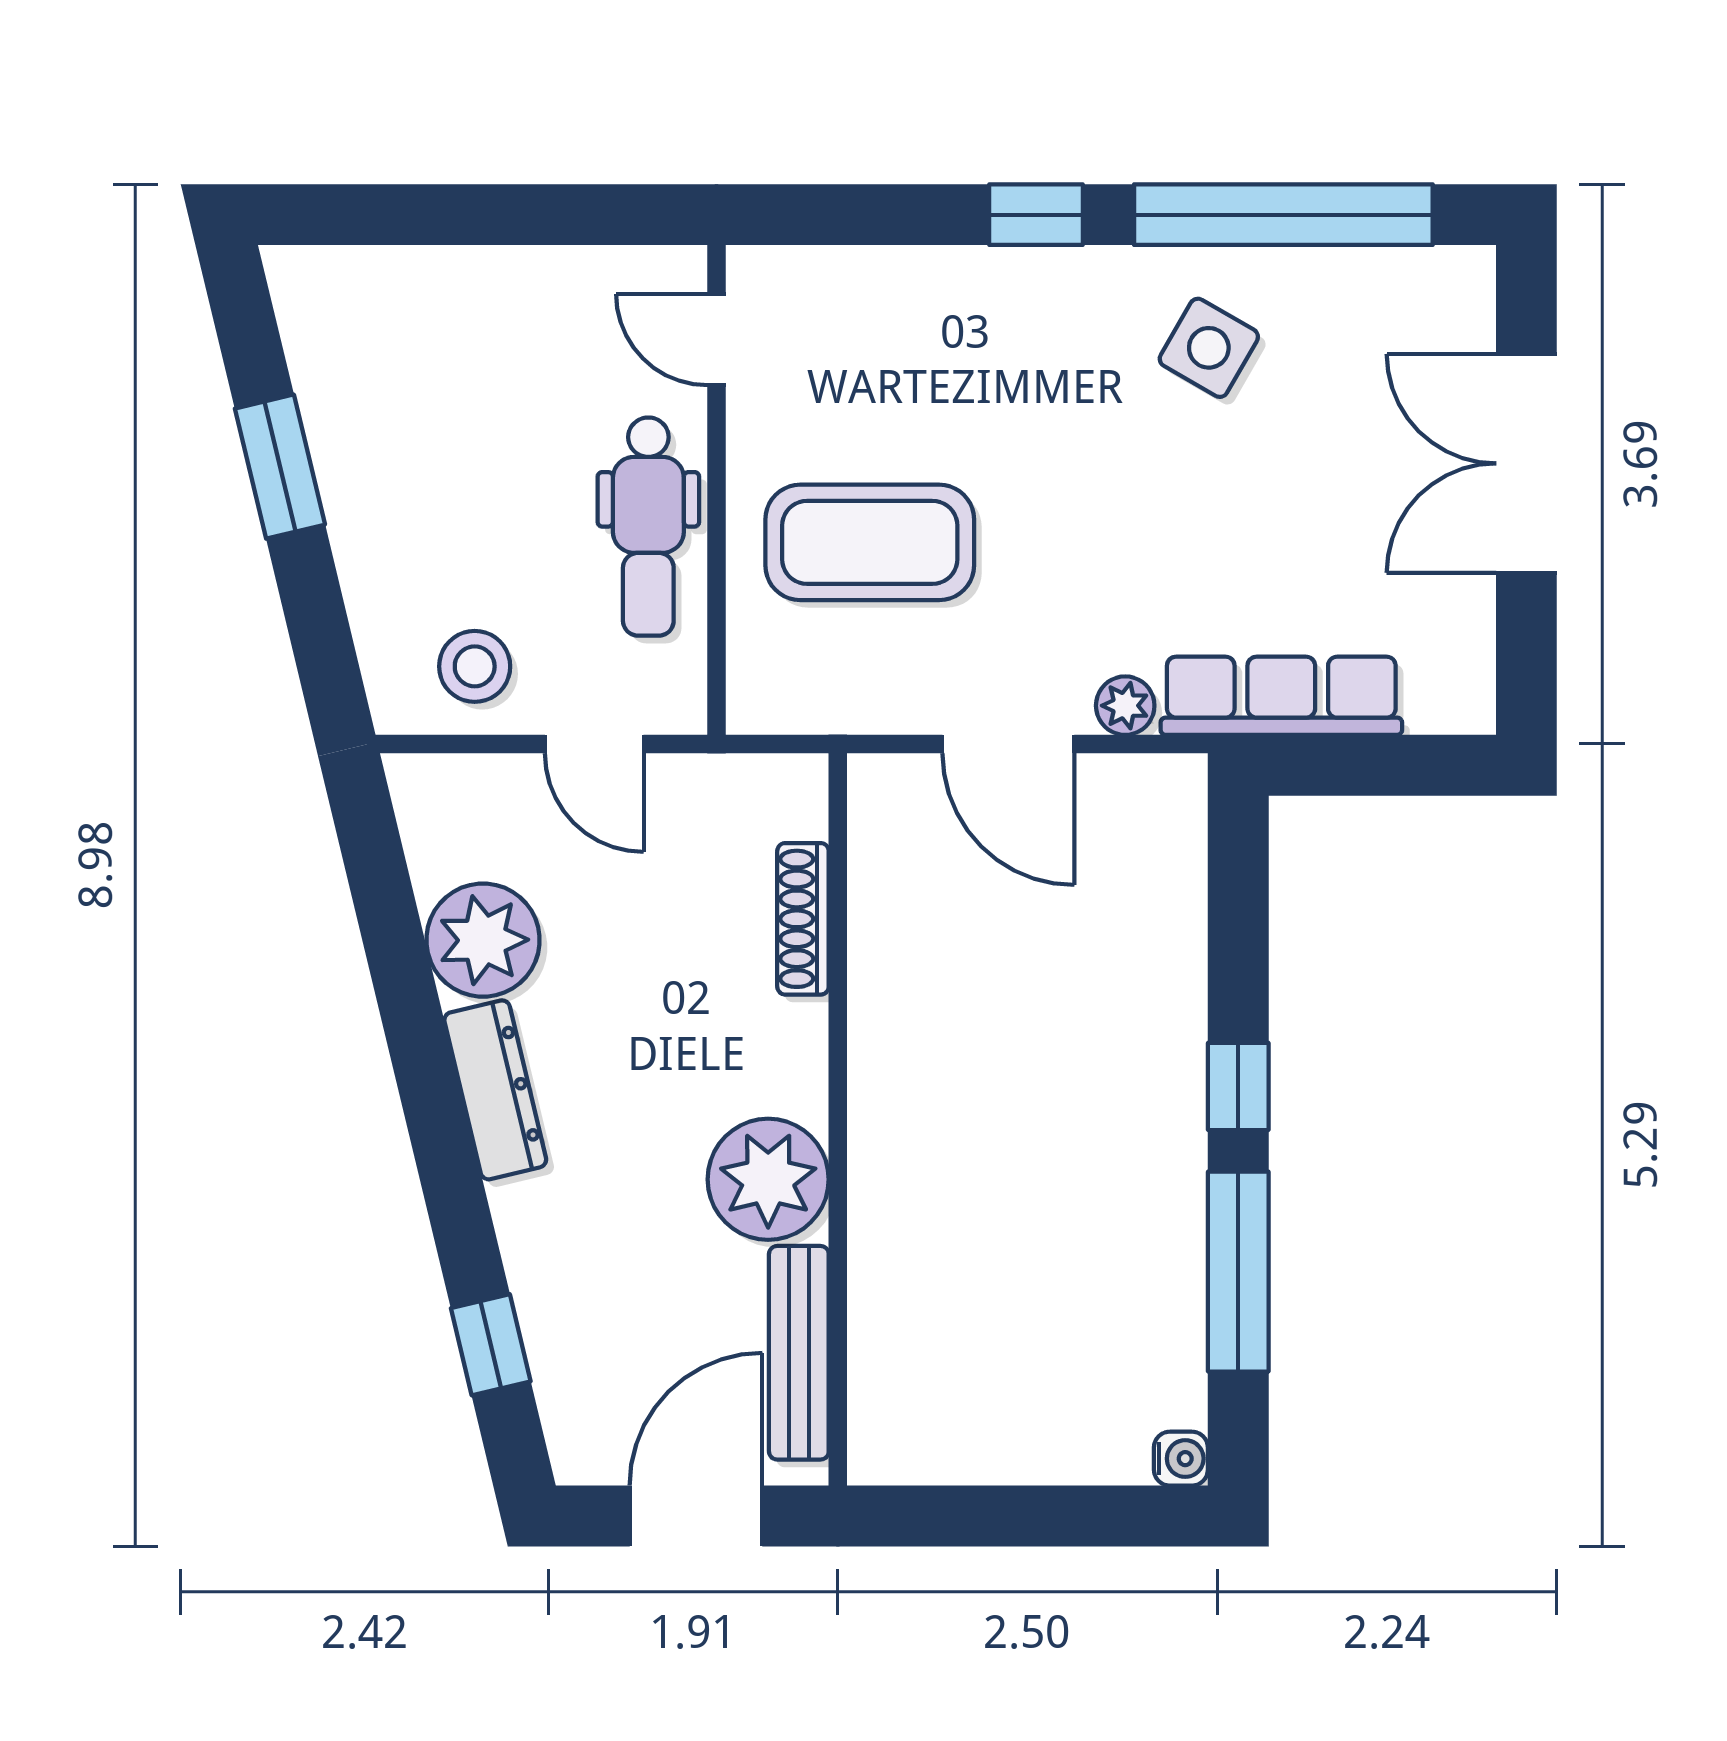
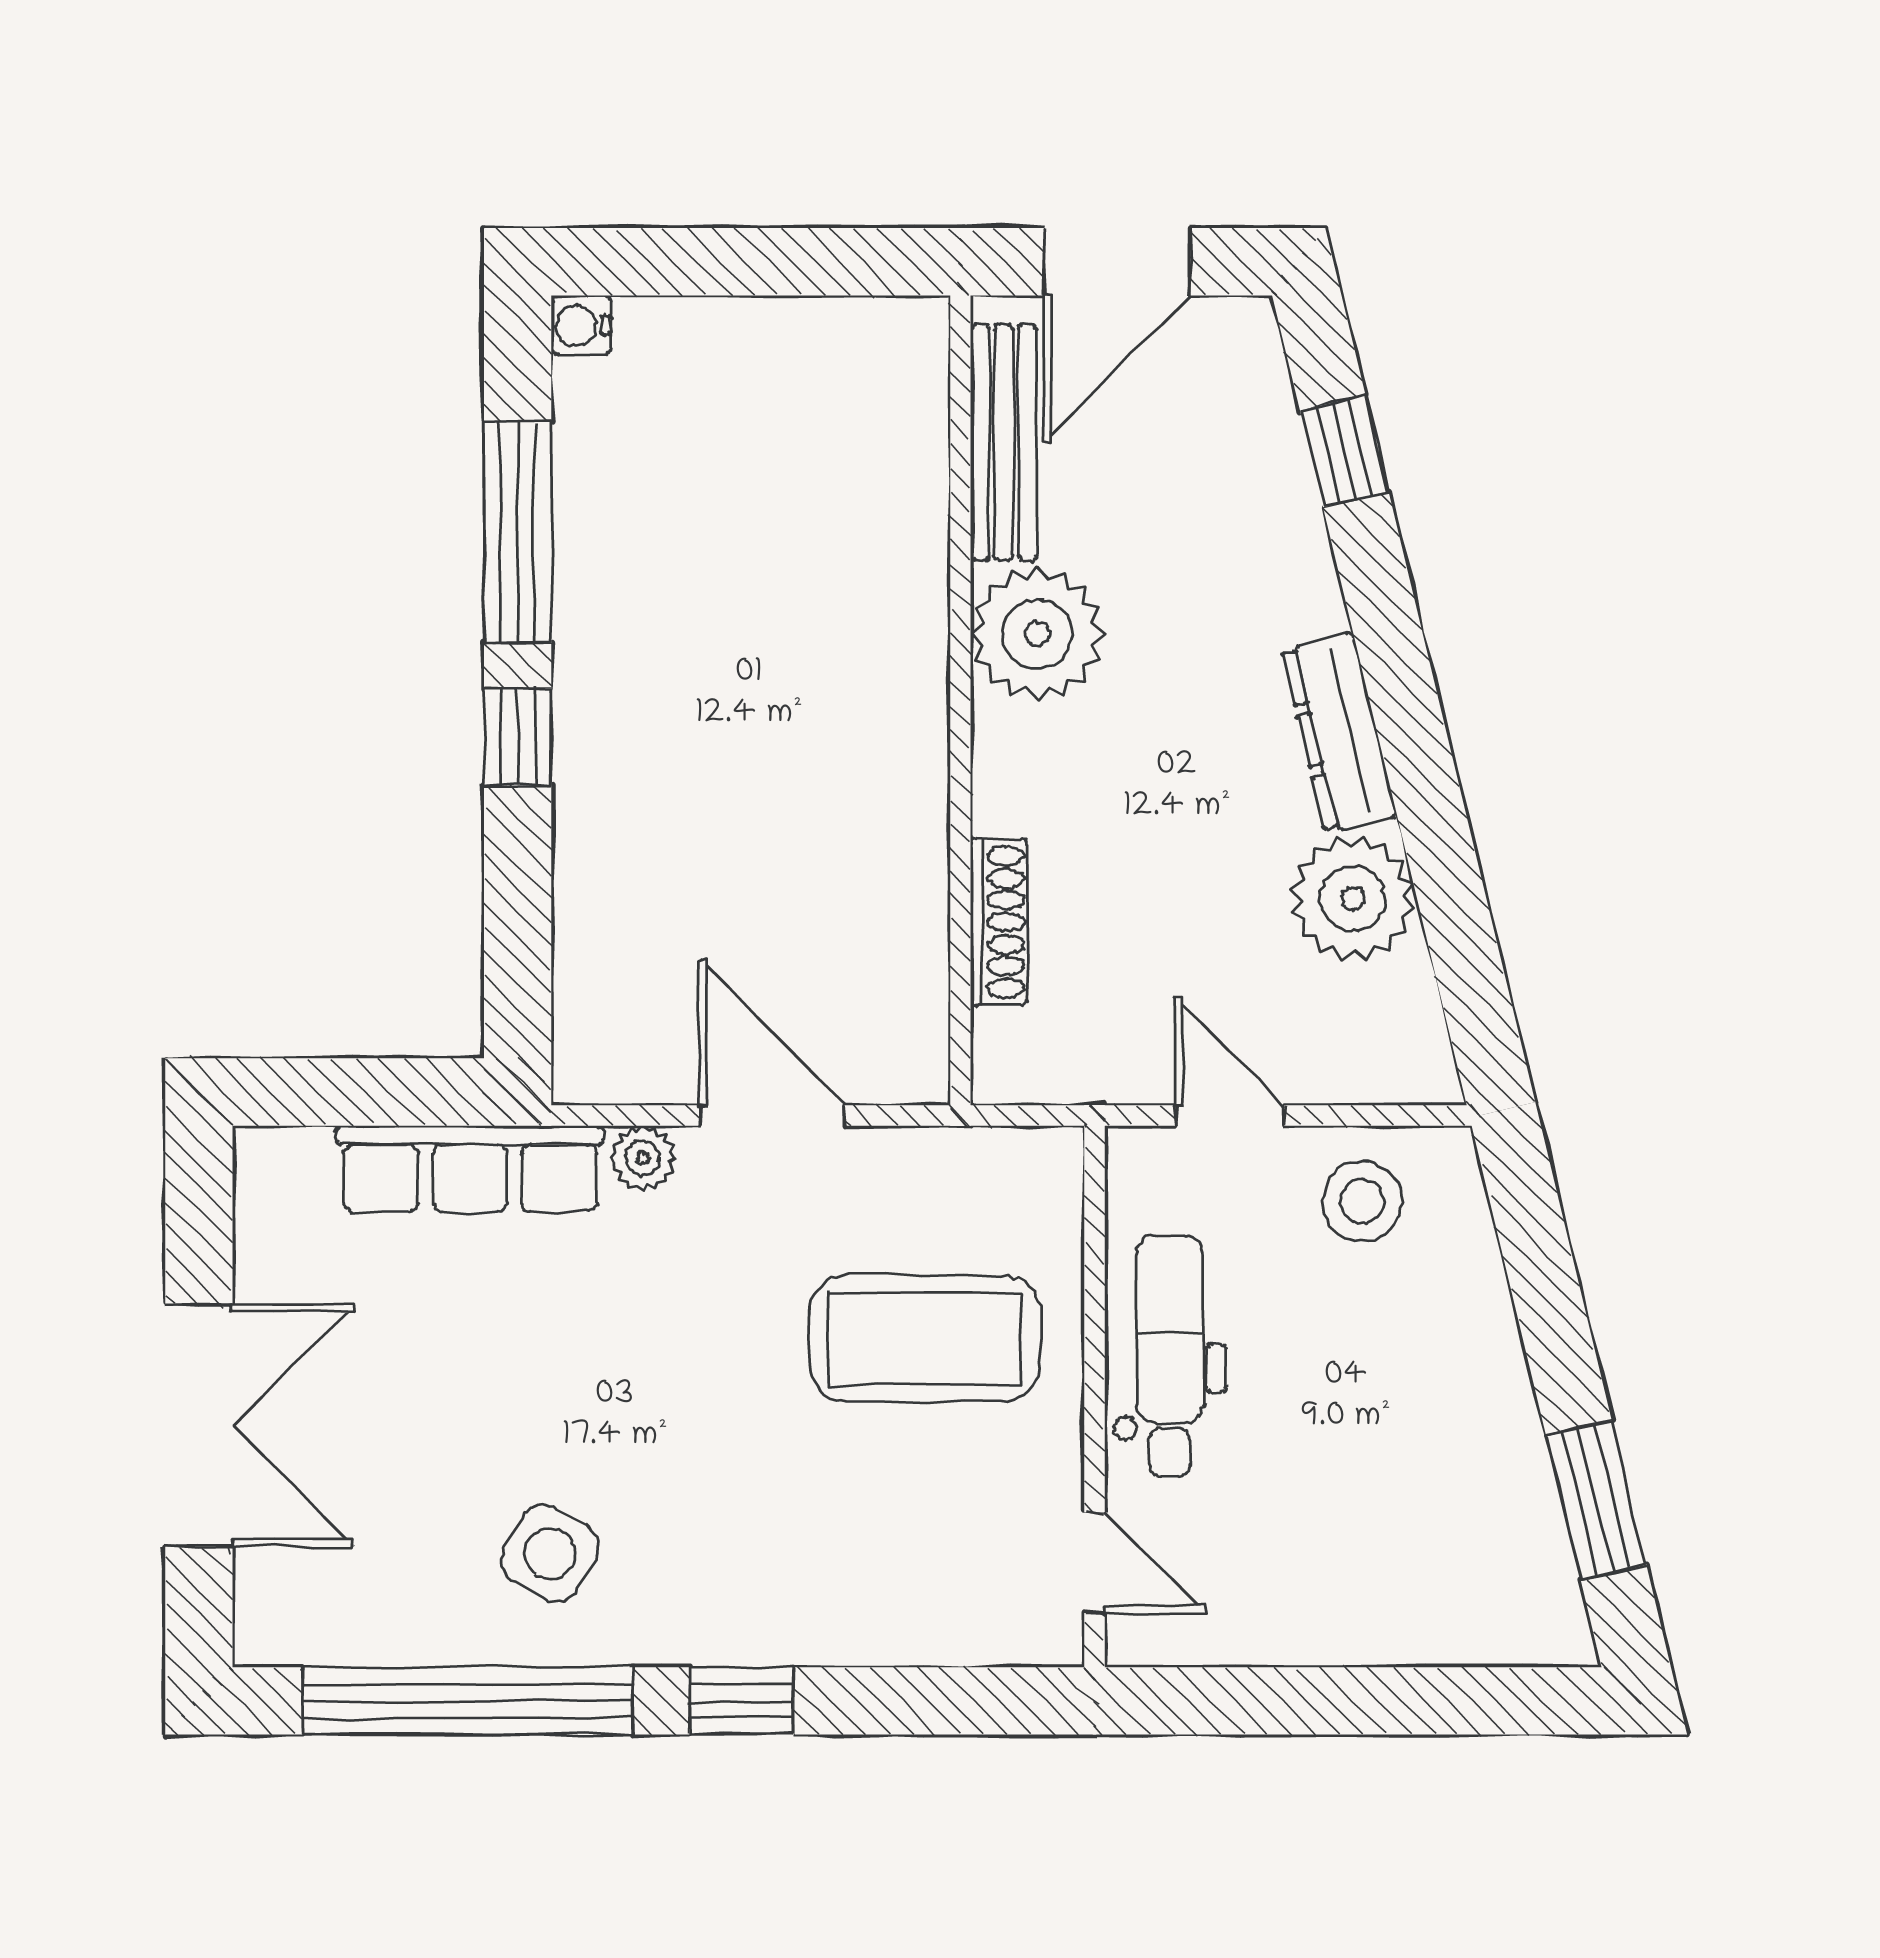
window: (280, 467) -> (1596, 1500), moved

